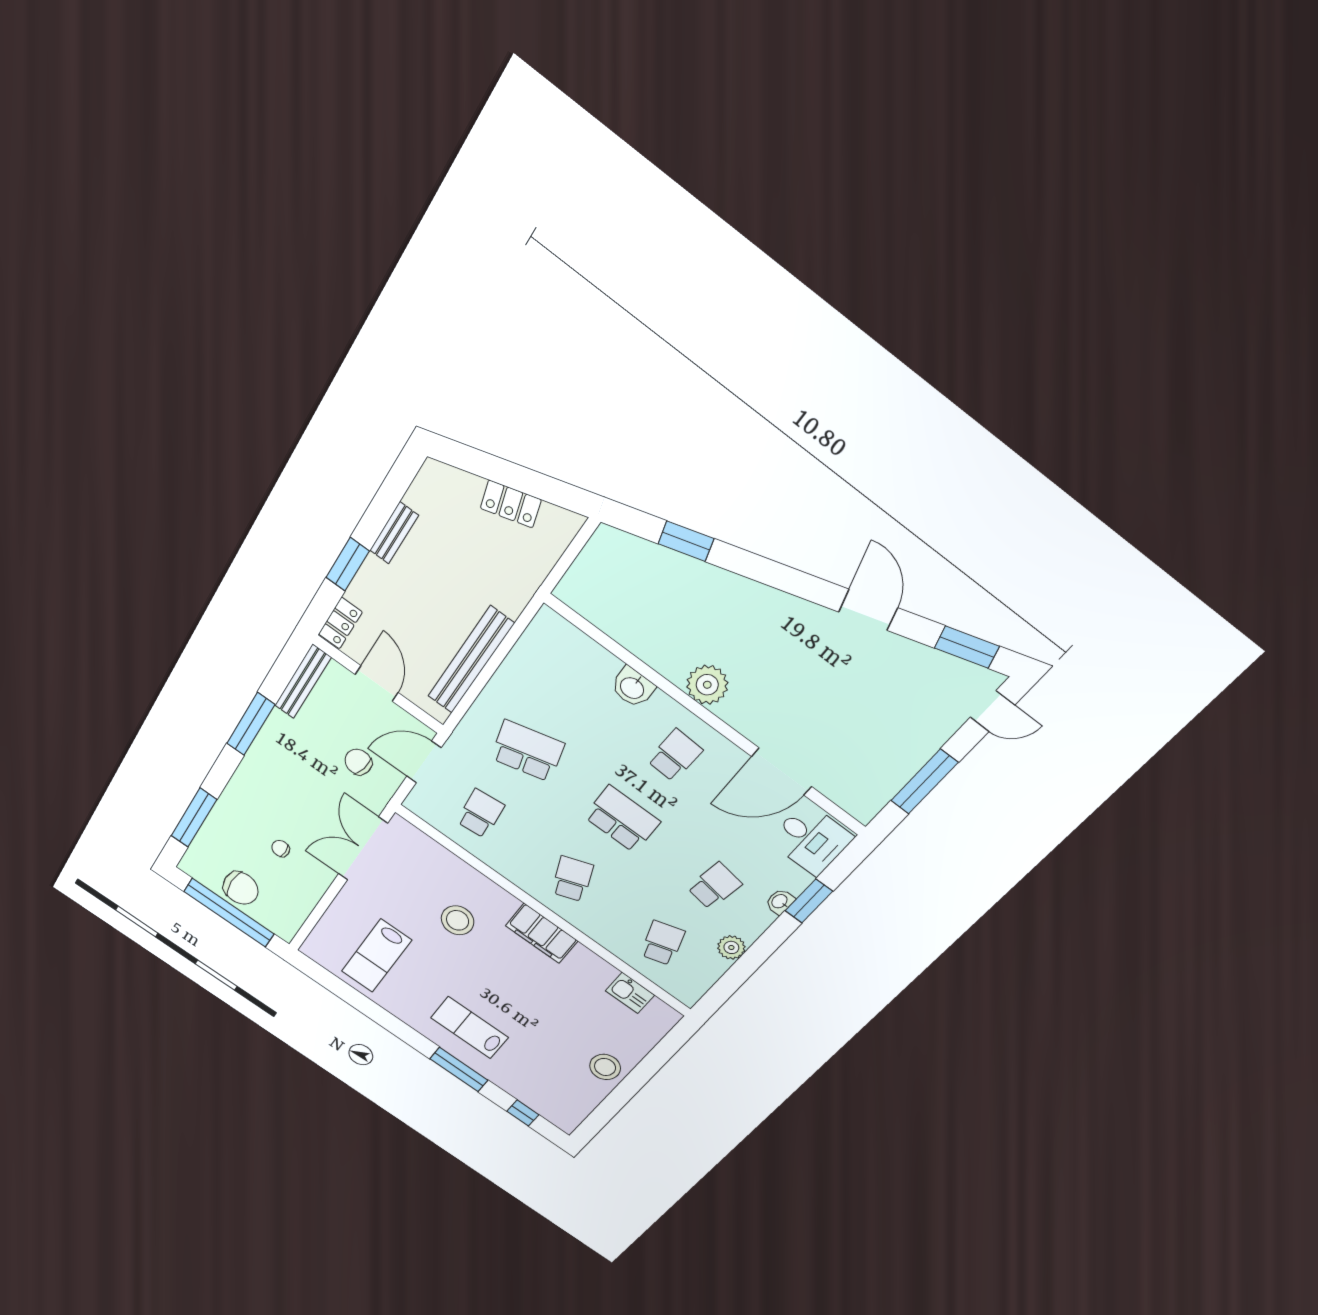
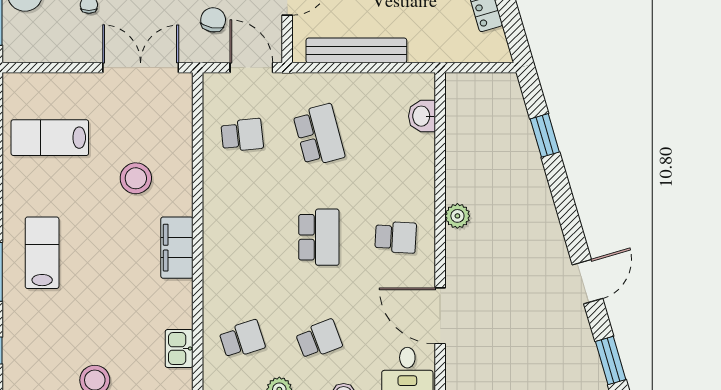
plant: (707, 685) -> (457, 216), width x0.73, depth x0.73
washbasin: (633, 687) -> (422, 116), moved
school desk: (572, 879) -> (242, 237), removed
school desk: (714, 886) -> (319, 339), turned -30

